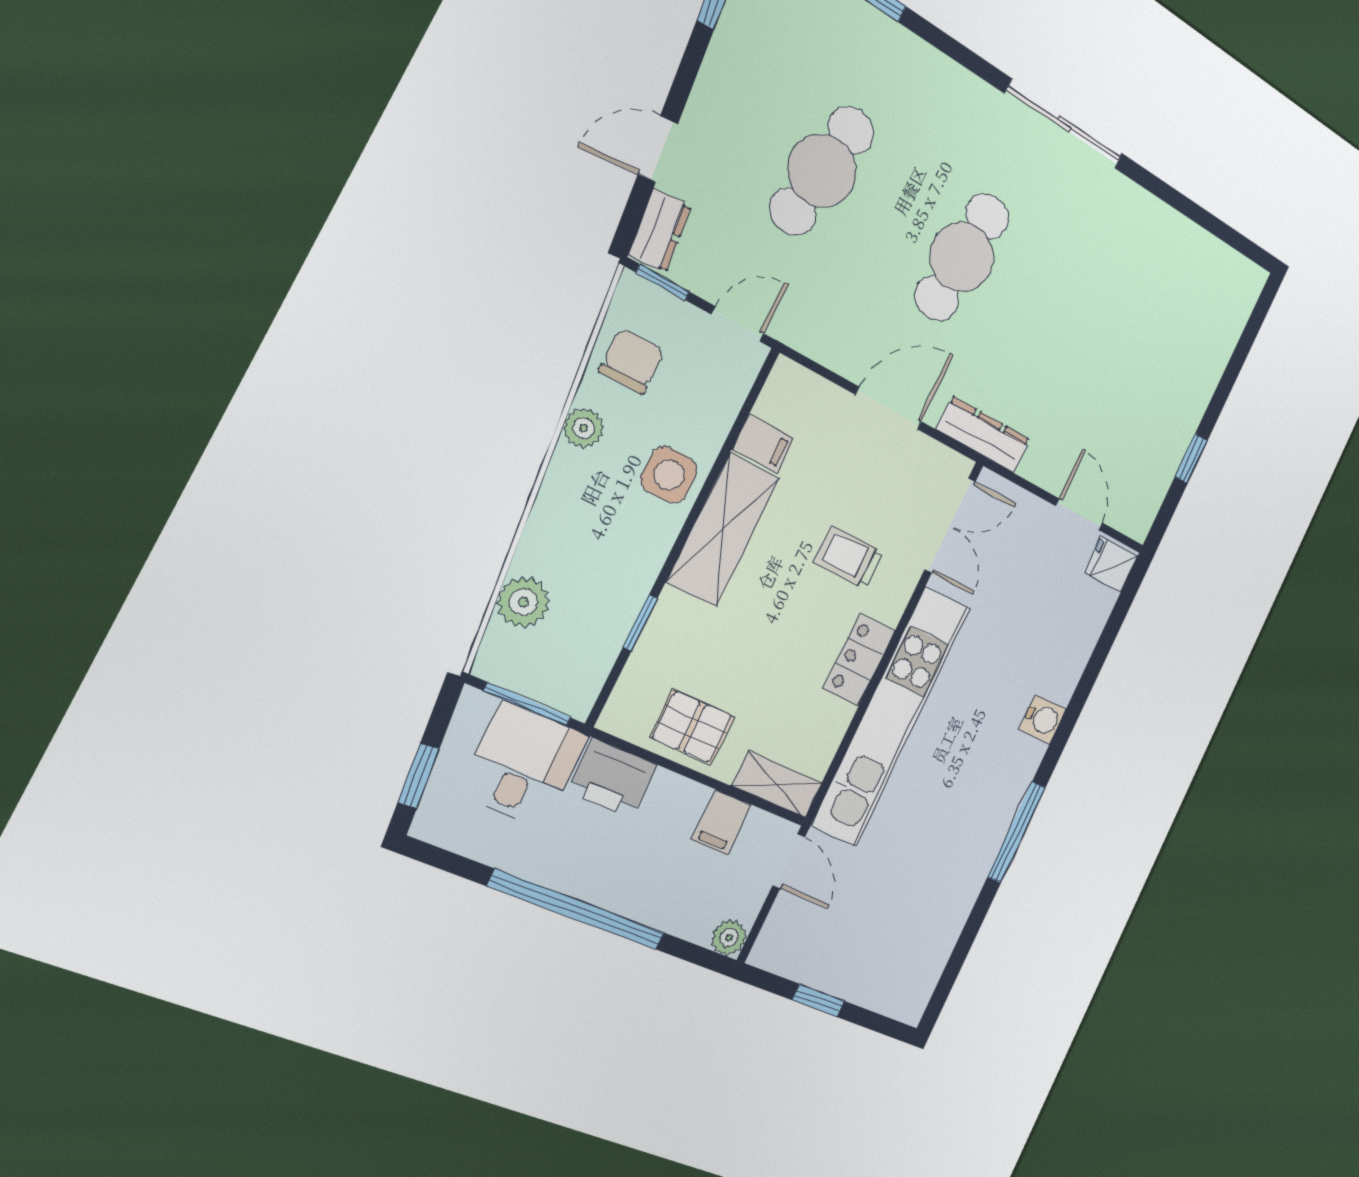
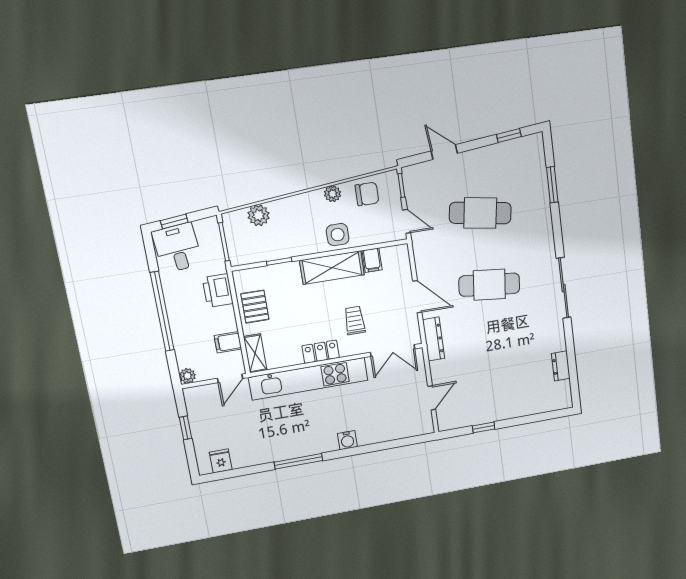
dresser: (660, 231) -> (561, 366), moved, turned 96
fridge: (1111, 564) -> (221, 461), moved
desk: (524, 765) -> (177, 248), moved, turned -96

